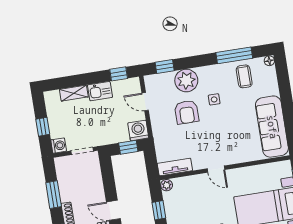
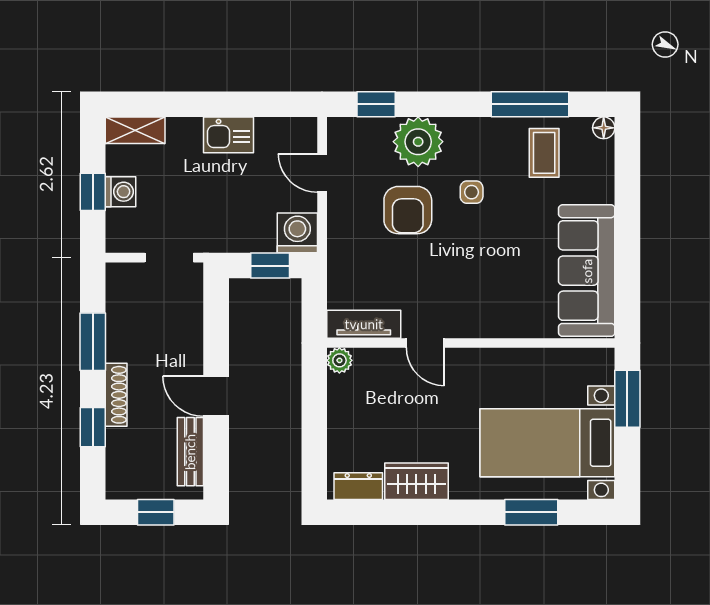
window: (119, 74) -> (274, 104), removed
shelving: (74, 93) -> (135, 130), moved
washing machine: (59, 146) -> (121, 192), moved
door: (216, 169) -> (425, 343), moved
window: (159, 210) -> (314, 412), removed

